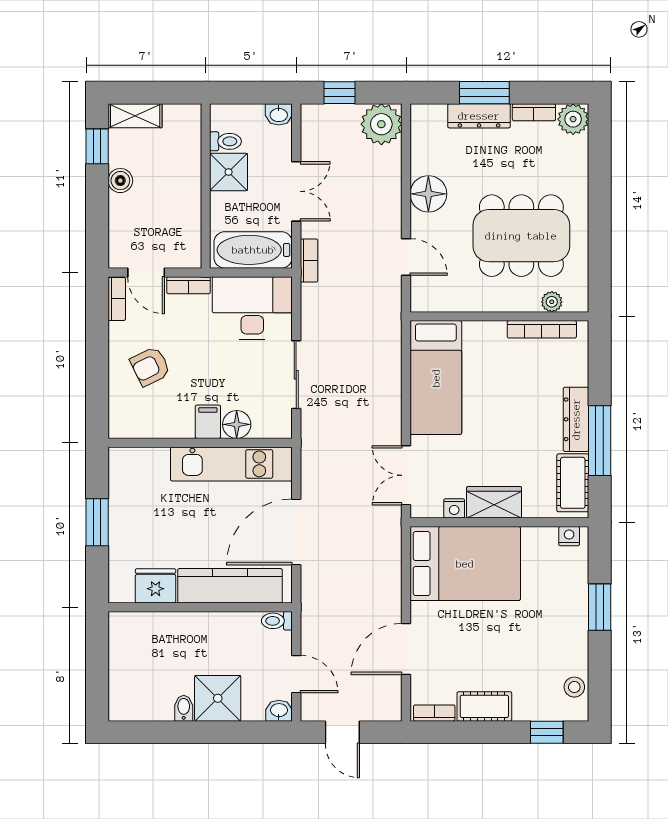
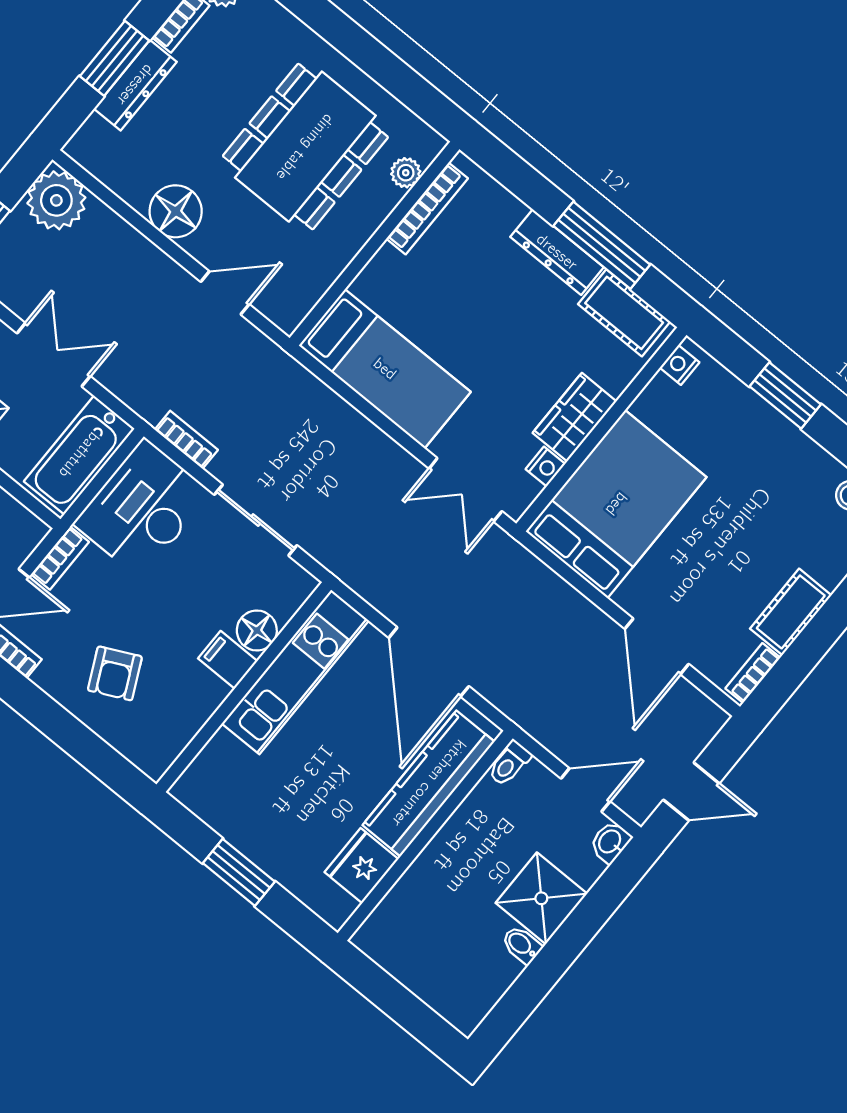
bookcase: (309, 260) -> (186, 440), moved

